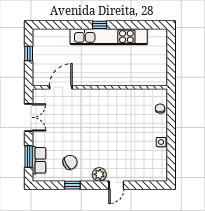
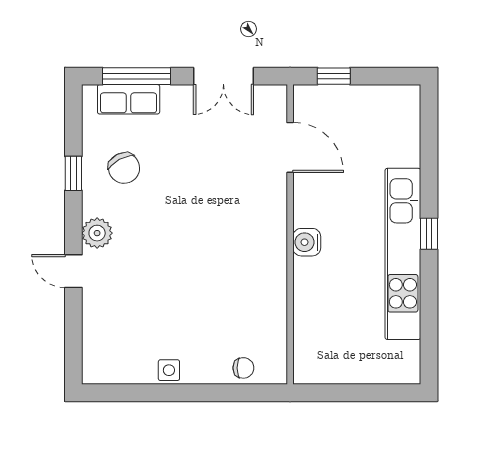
window: (29, 54) -> (334, 76), moved
water cooler: (103, 80) -> (307, 242), added
window: (29, 157) -> (137, 76), width x1.44

